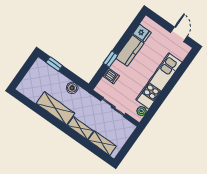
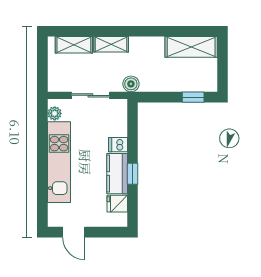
window: (111, 59) -> (132, 174), moved
dishwasher: (111, 76) -> (118, 145), moved
boiler: (72, 88) -> (131, 84), moved
shelving: (55, 108) -> (191, 47), moved

